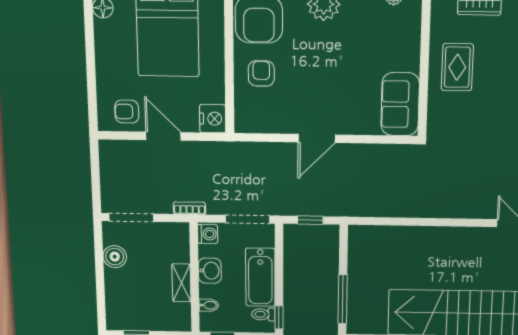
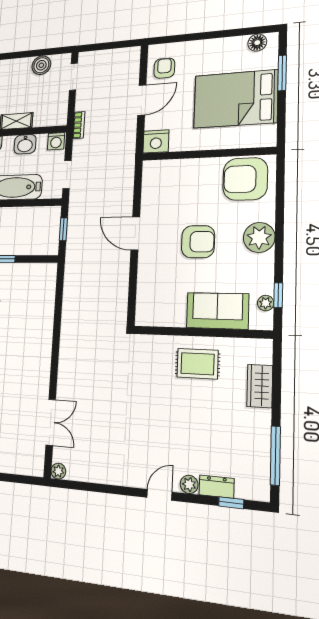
armchair: (261, 73) -> (198, 242), moved, width x1.38, depth x1.38
sofa: (400, 104) -> (217, 311), moved
doorway: (131, 217) -> (73, 77), width x0.73
doorway: (247, 219) -> (67, 175), width x0.73

